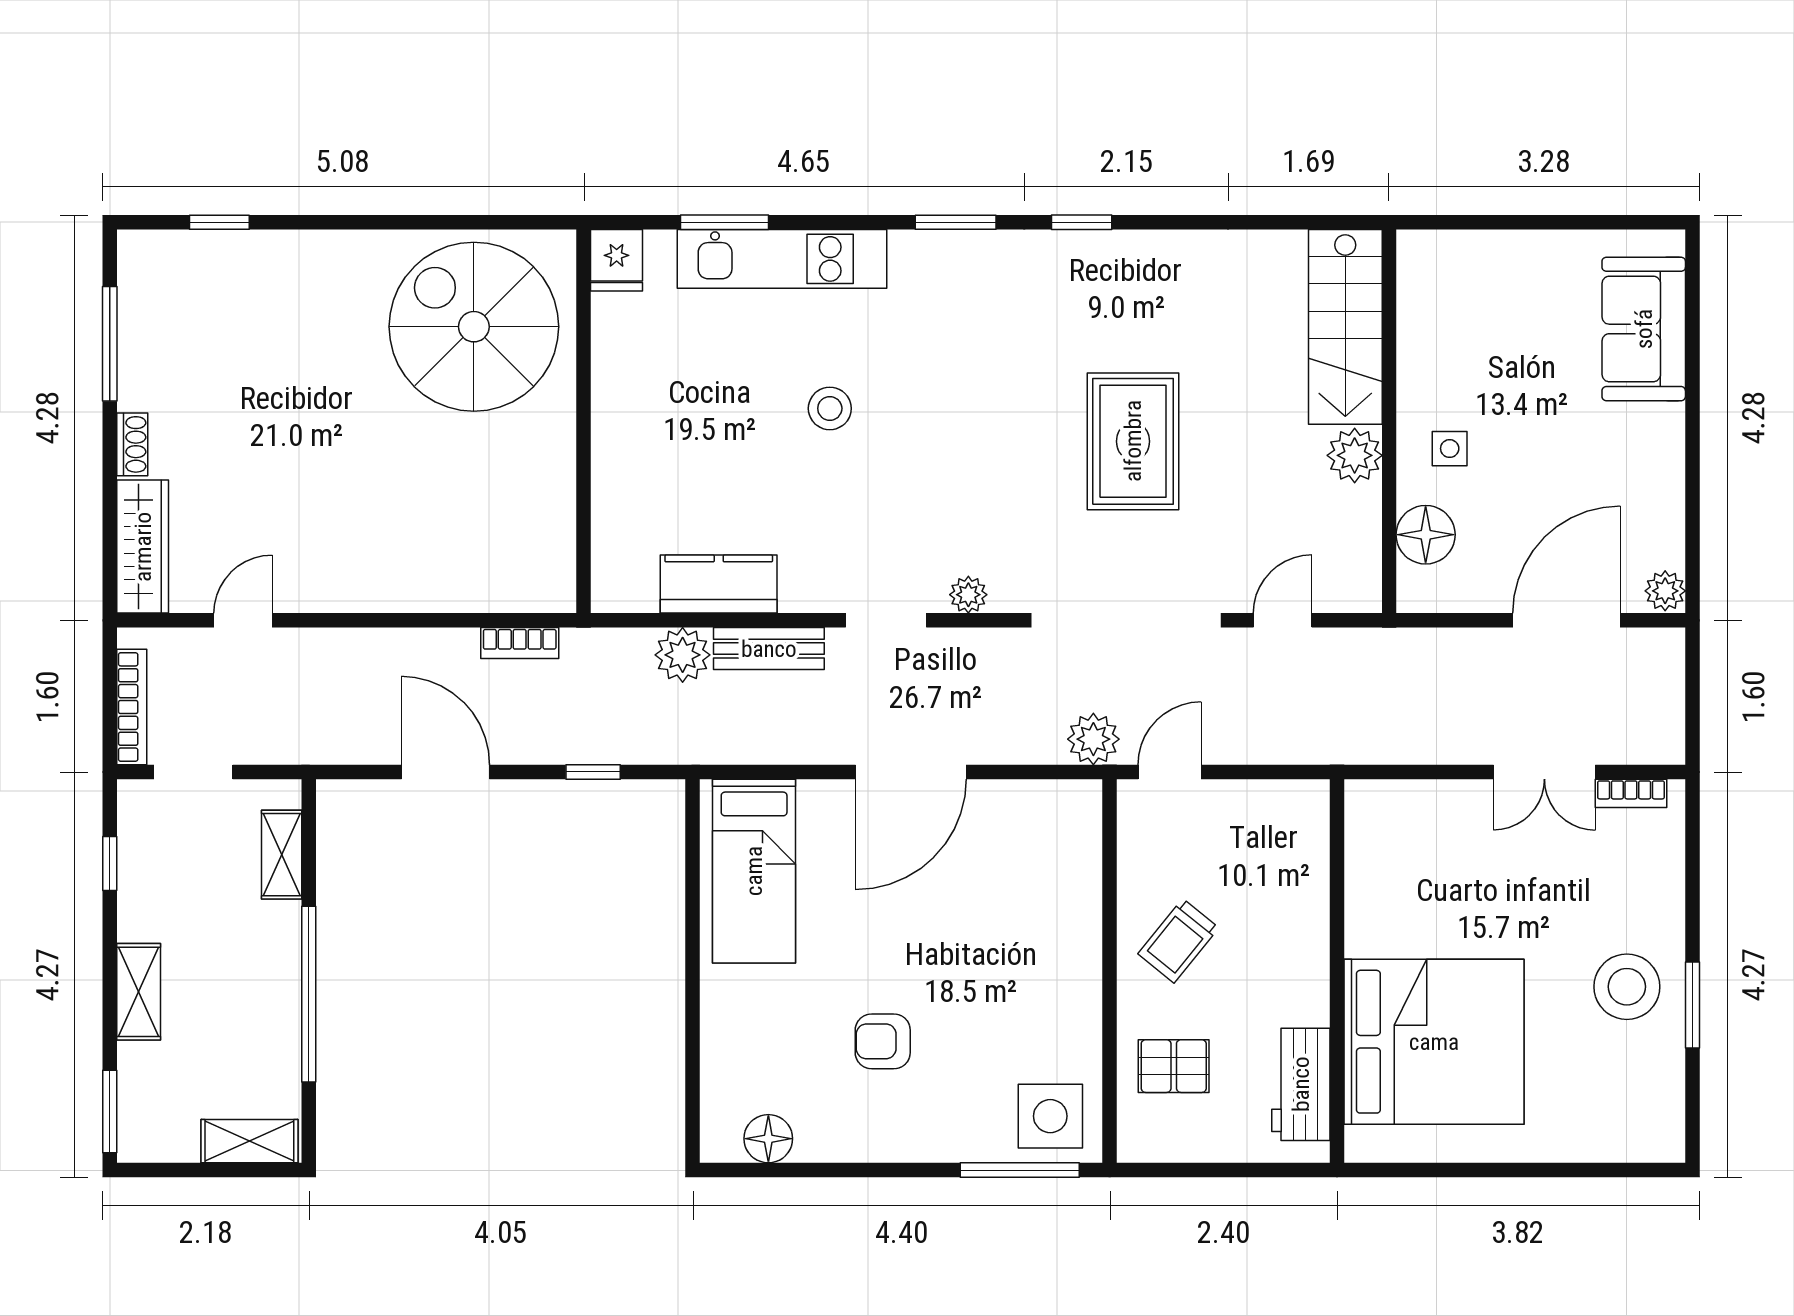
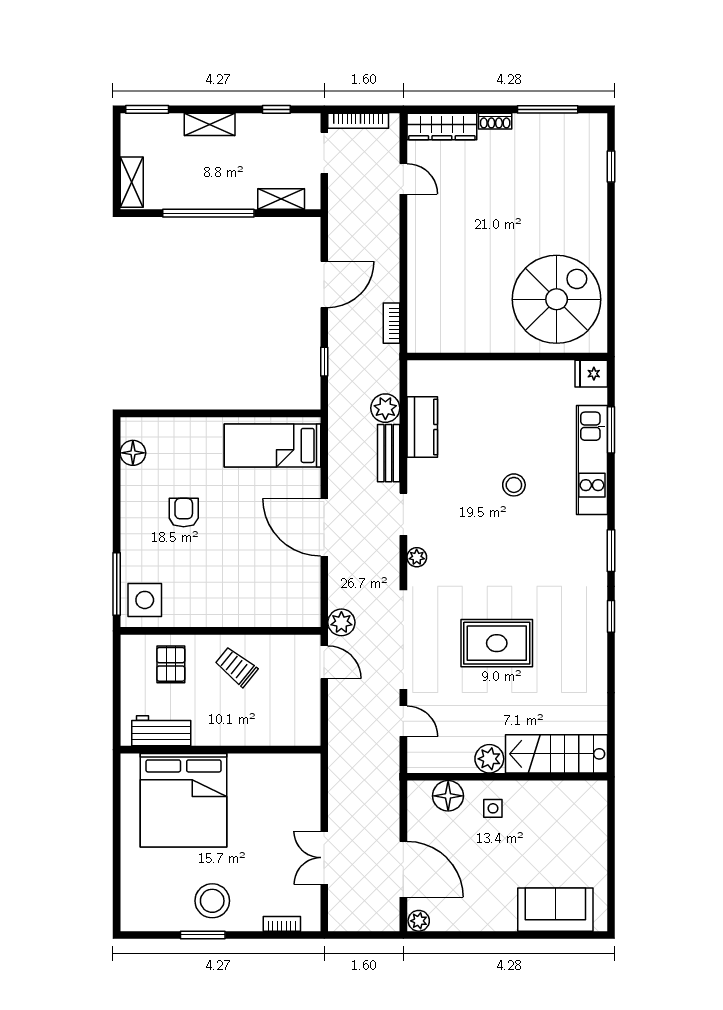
bookcase: (1631, 793) -> (282, 924), moved, turned 90

